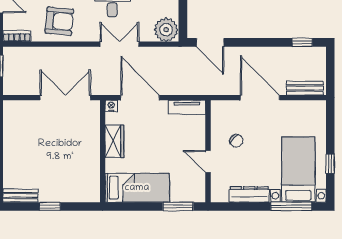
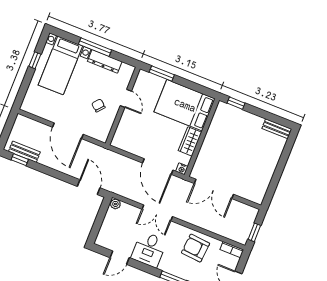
plant: (166, 30) -> (115, 204), width x0.53, depth x0.53
bench: (305, 88) -> (24, 152), moved
tv unit: (187, 107) -> (125, 145), removed
bed: (137, 188) -> (185, 105), width x1.50
window: (50, 206) -> (236, 103), moved
window: (291, 206) -> (95, 47), moved

